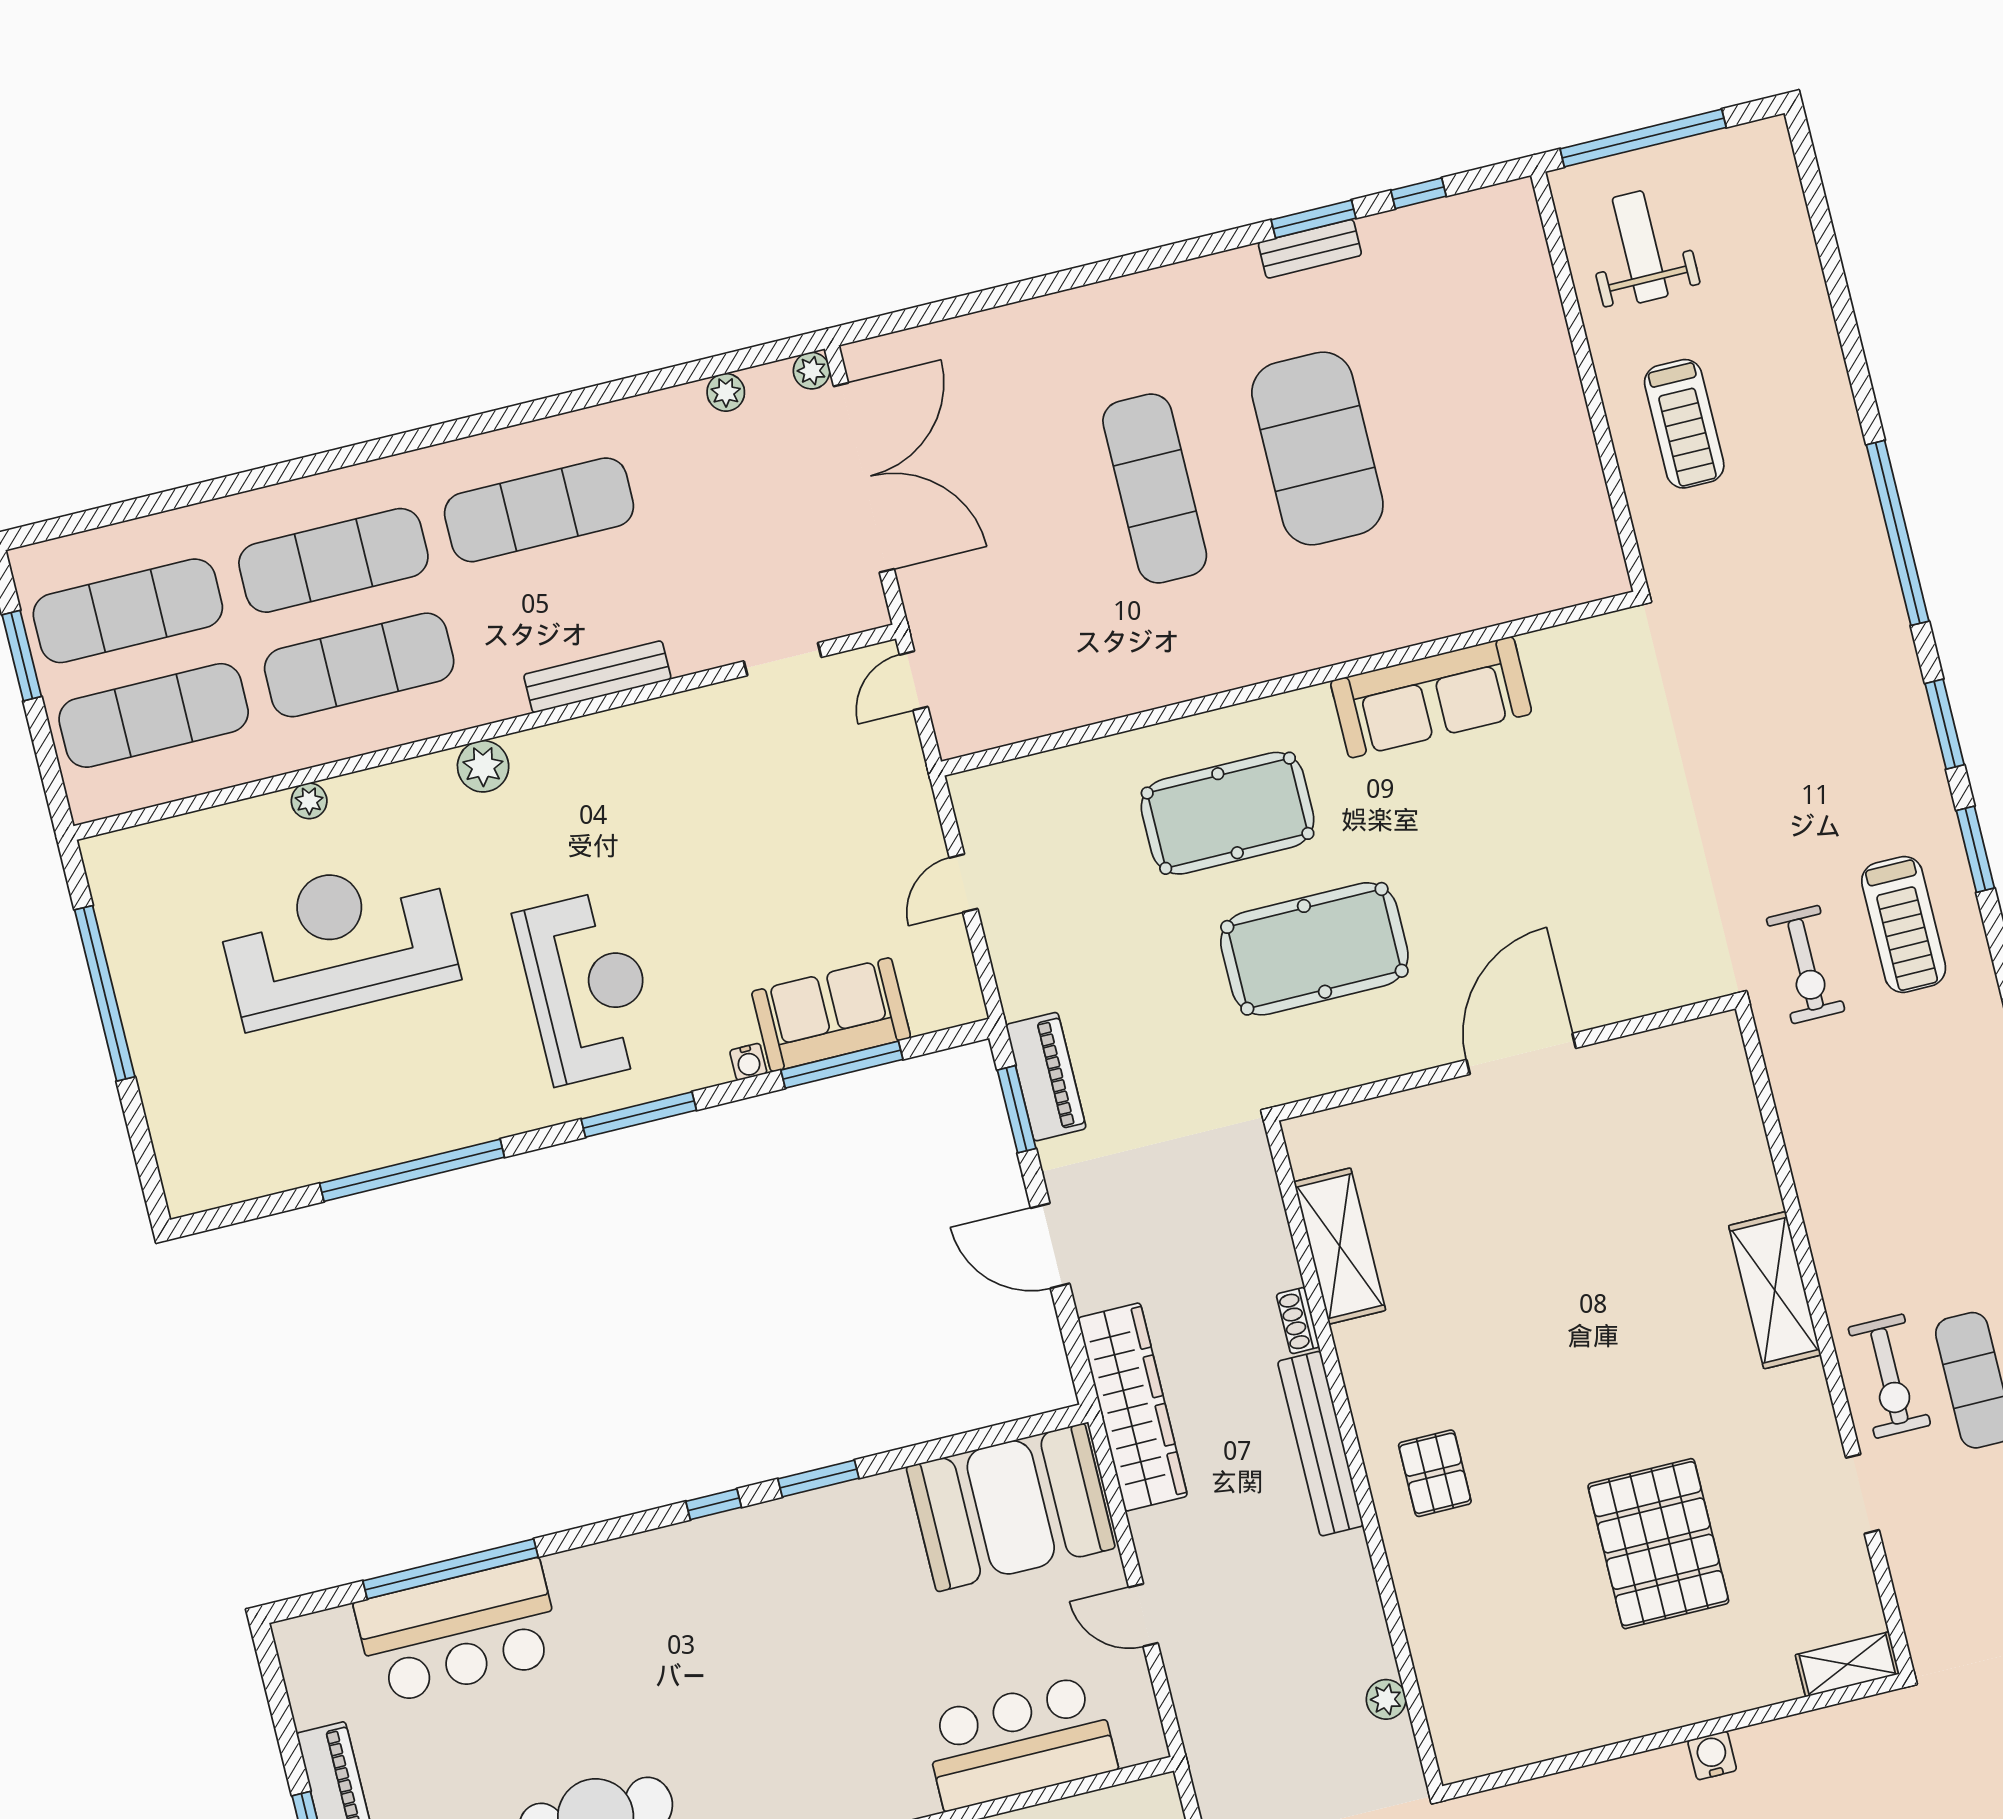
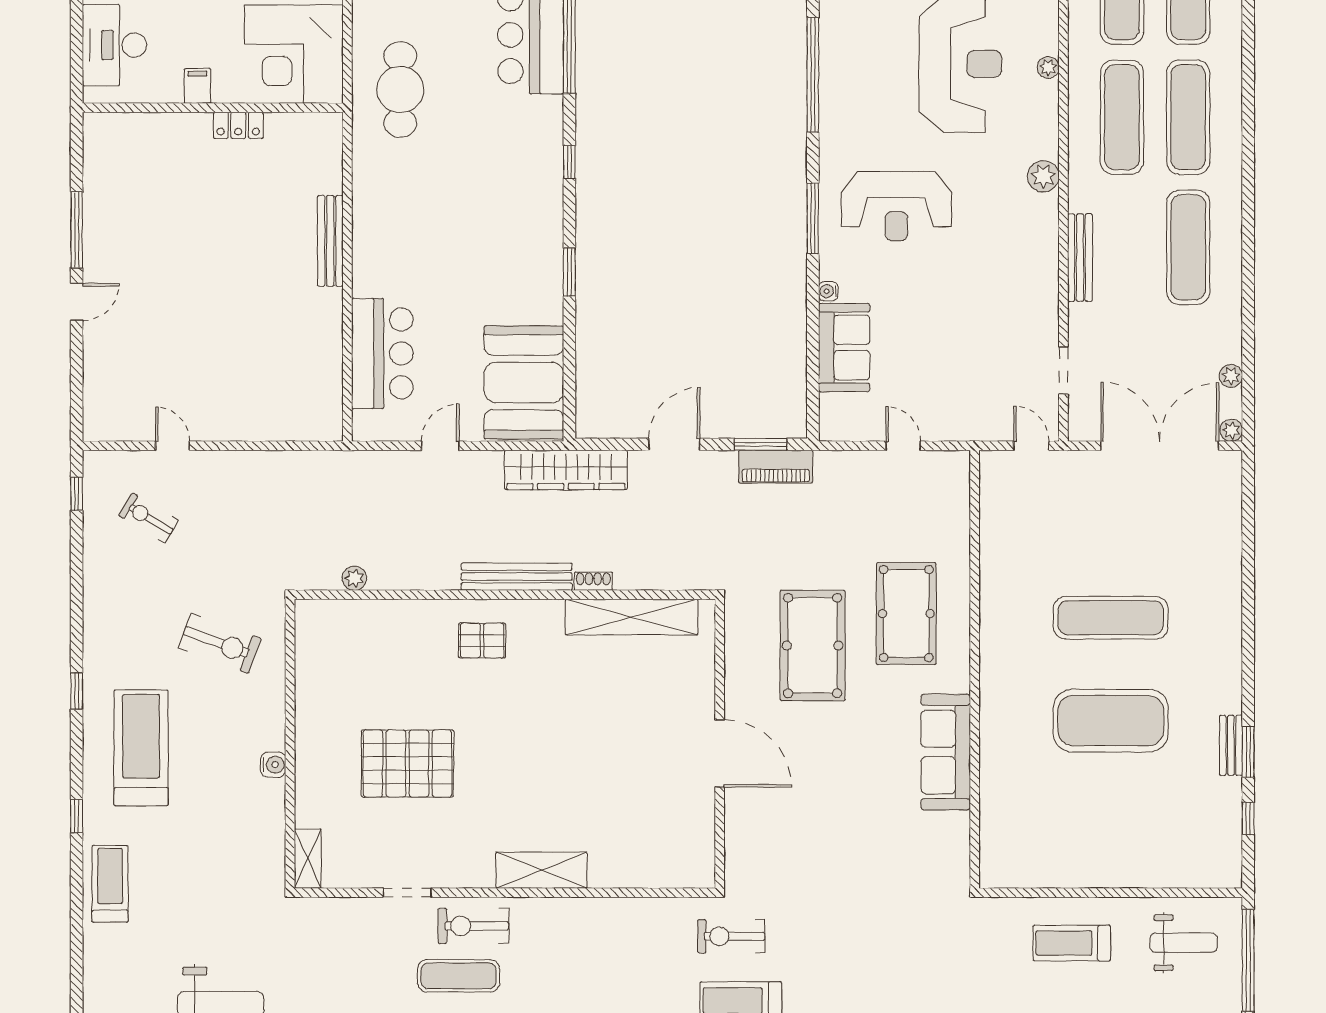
double door: (864, 478) -> (1160, 446), swing flipped
window: (842, 1065) -> (813, 347), removed
shelving: (1340, 1246) -> (632, 617), width x1.47
window: (714, 1504) -> (569, 162), moved

